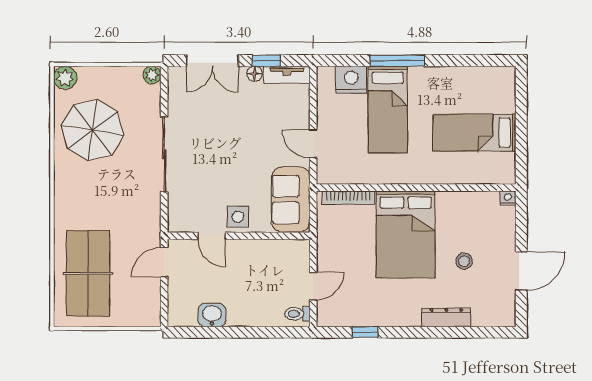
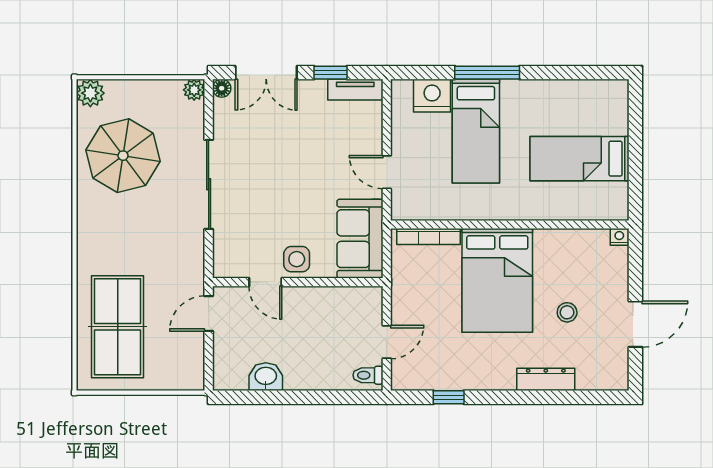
floor lamp: (255, 74) -> (222, 88), moved

